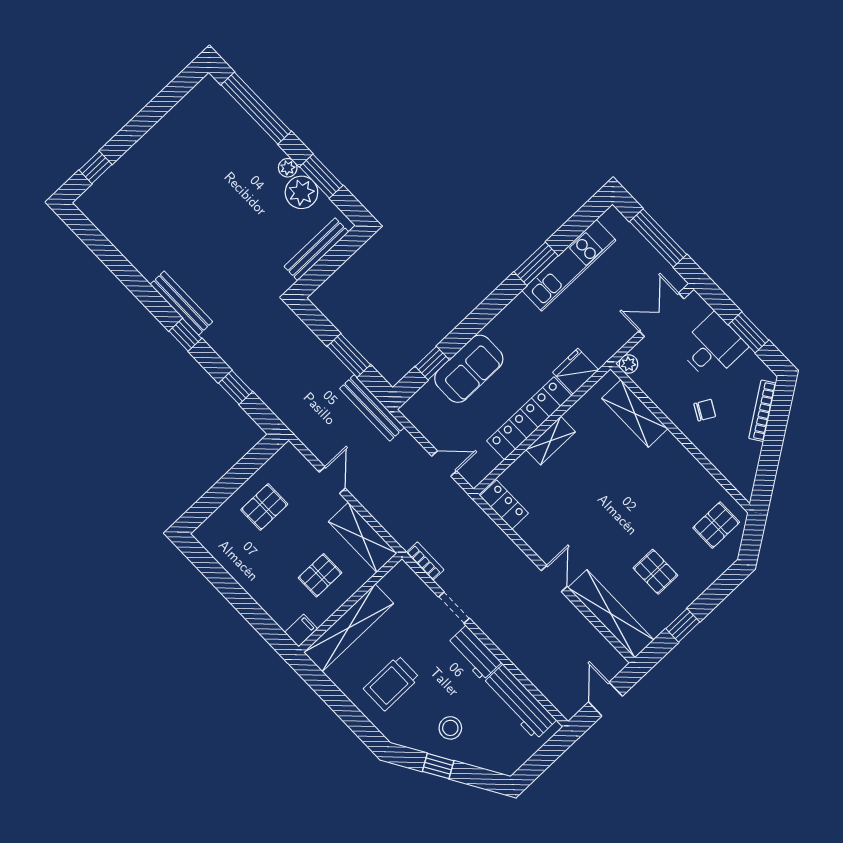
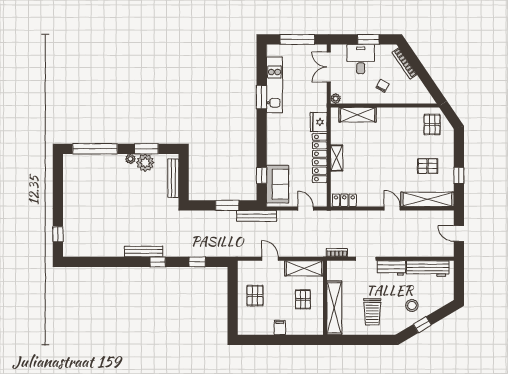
sofa: (469, 369) -> (278, 184), moved
door: (444, 464) -> (306, 208), hinge flipped
filing cabinet: (301, 630) -> (280, 328), moved

